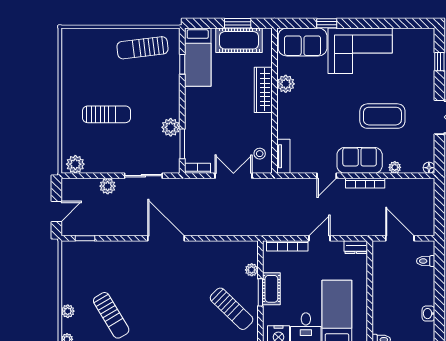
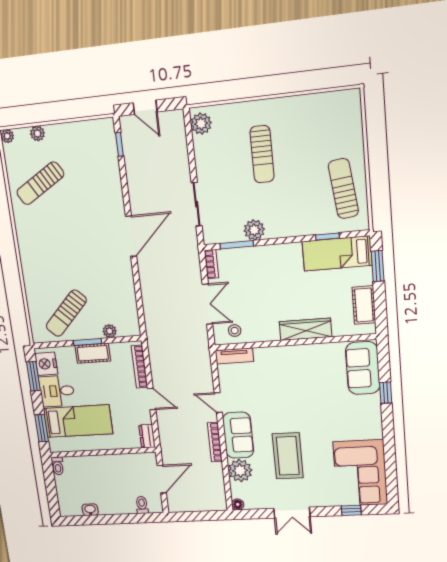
window: (238, 23) -> (378, 266), moved
cot: (239, 40) -> (364, 305), width x0.73, depth x0.75
corner sofa: (360, 51) -> (360, 473), moved
plant: (286, 84) -> (314, 353), removed
plant: (395, 167) -> (240, 470), width x1.88, depth x1.88
plant: (108, 186) -> (180, 164), removed

